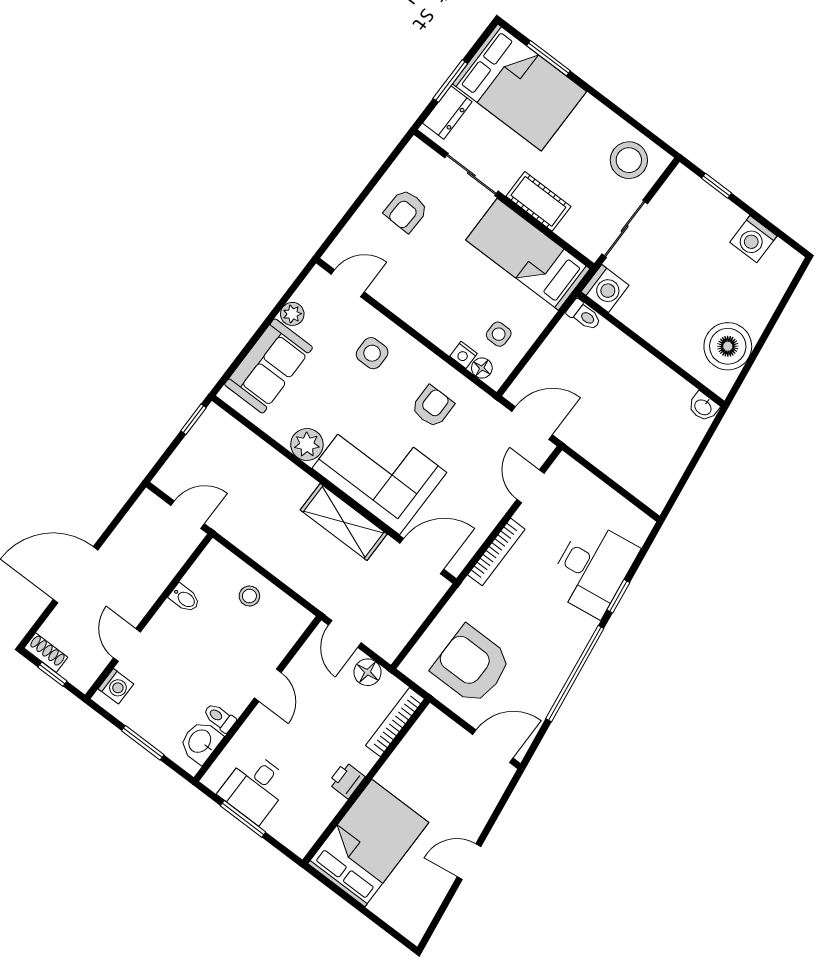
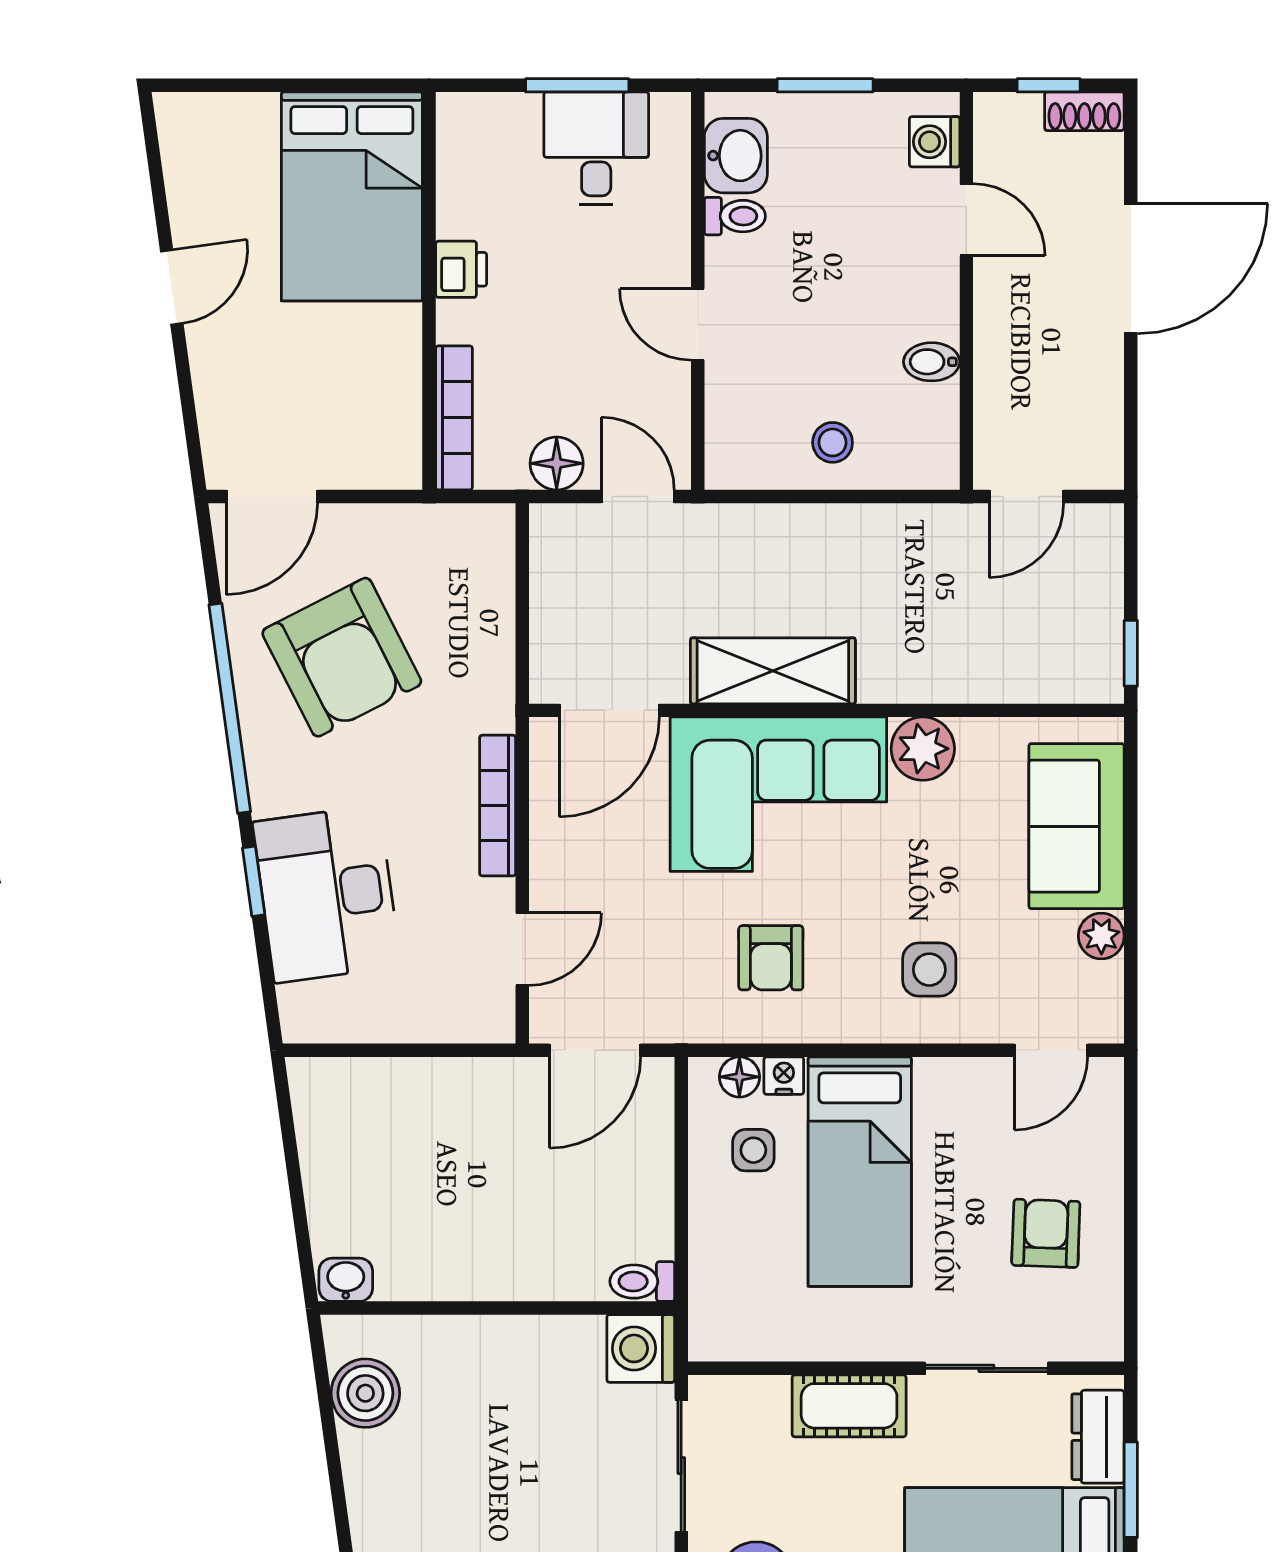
bed: (528, 254) -> (860, 1172), moved, turned 90
boiler: (728, 346) -> (365, 1393), width x0.73, depth x0.73
door: (530, 486) -> (522, 949), hinge flipped
armchair: (472, 665) -> (342, 657), moved, turned 63

